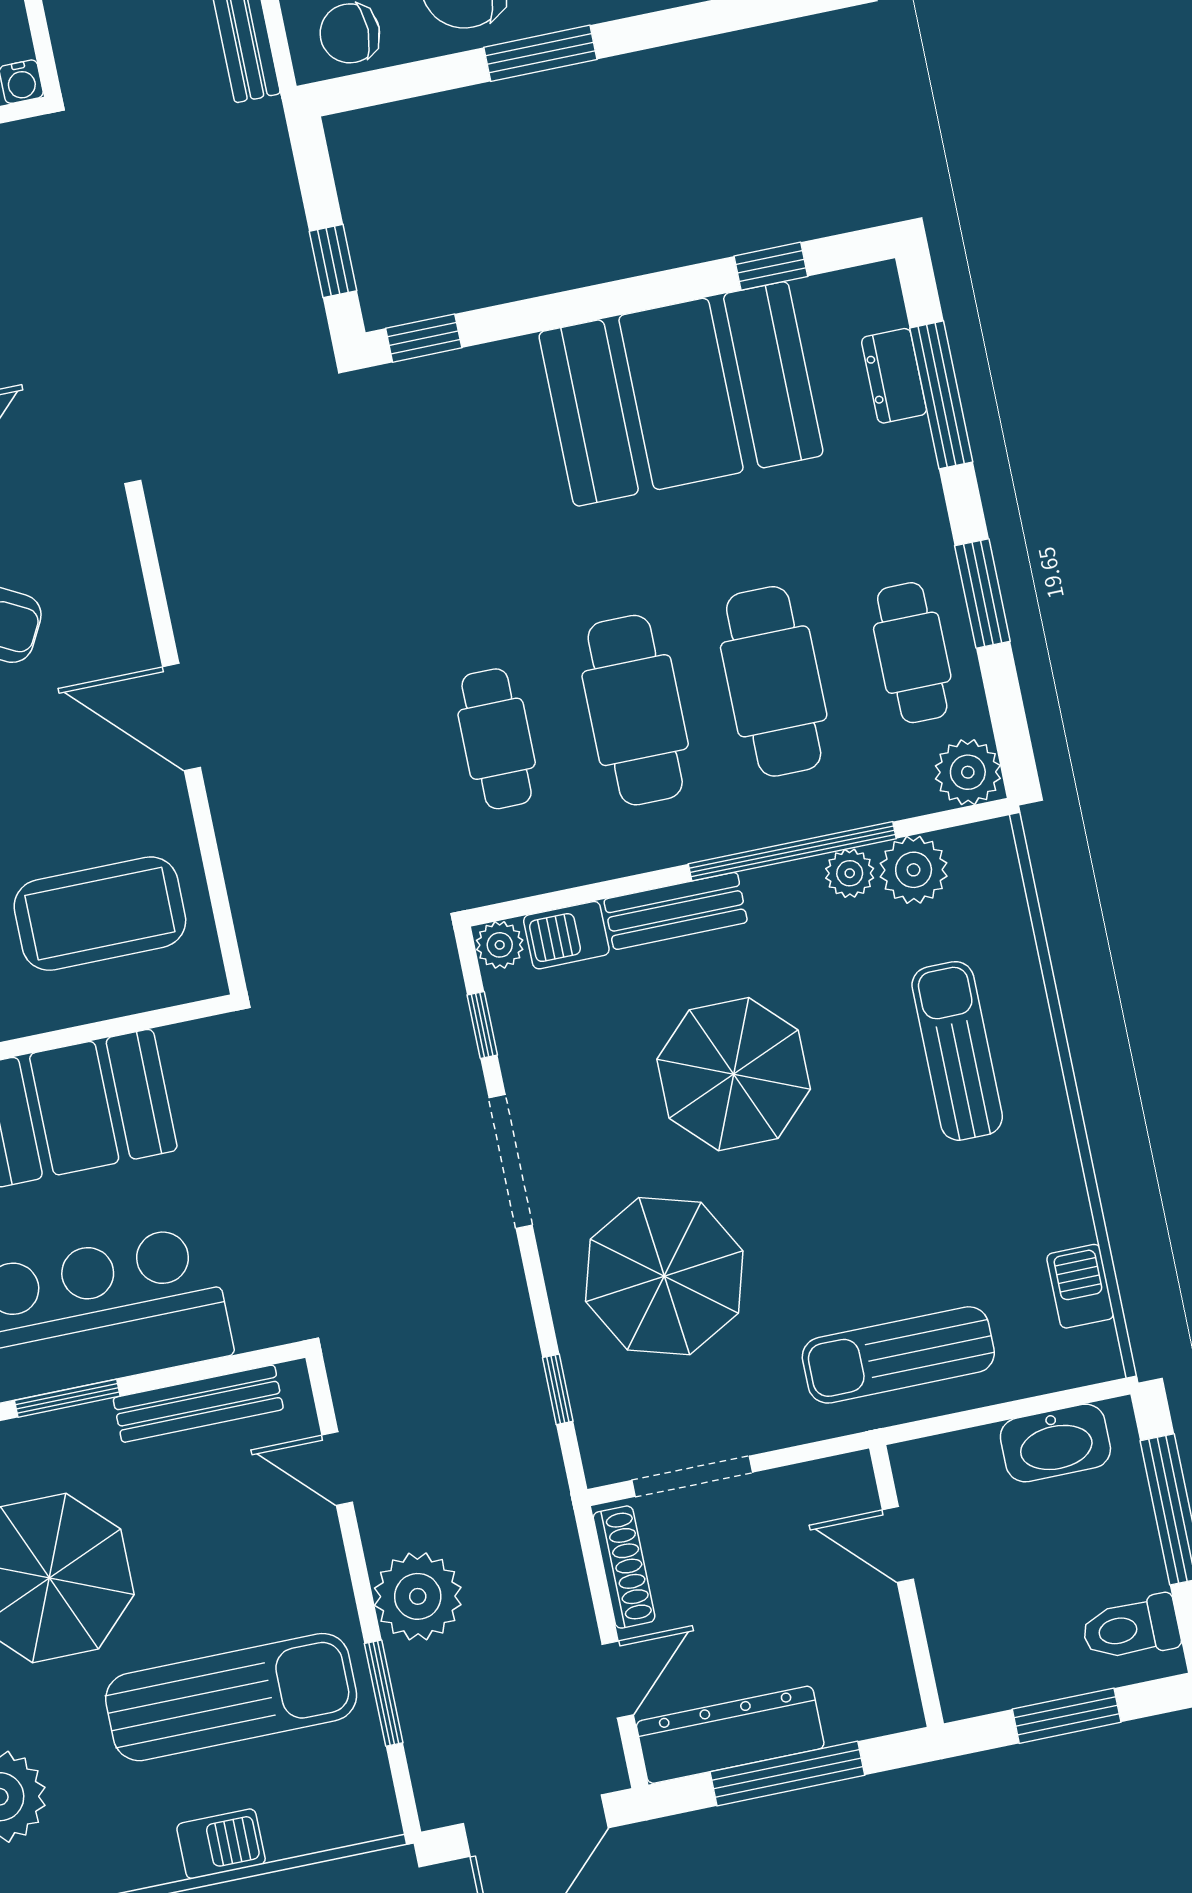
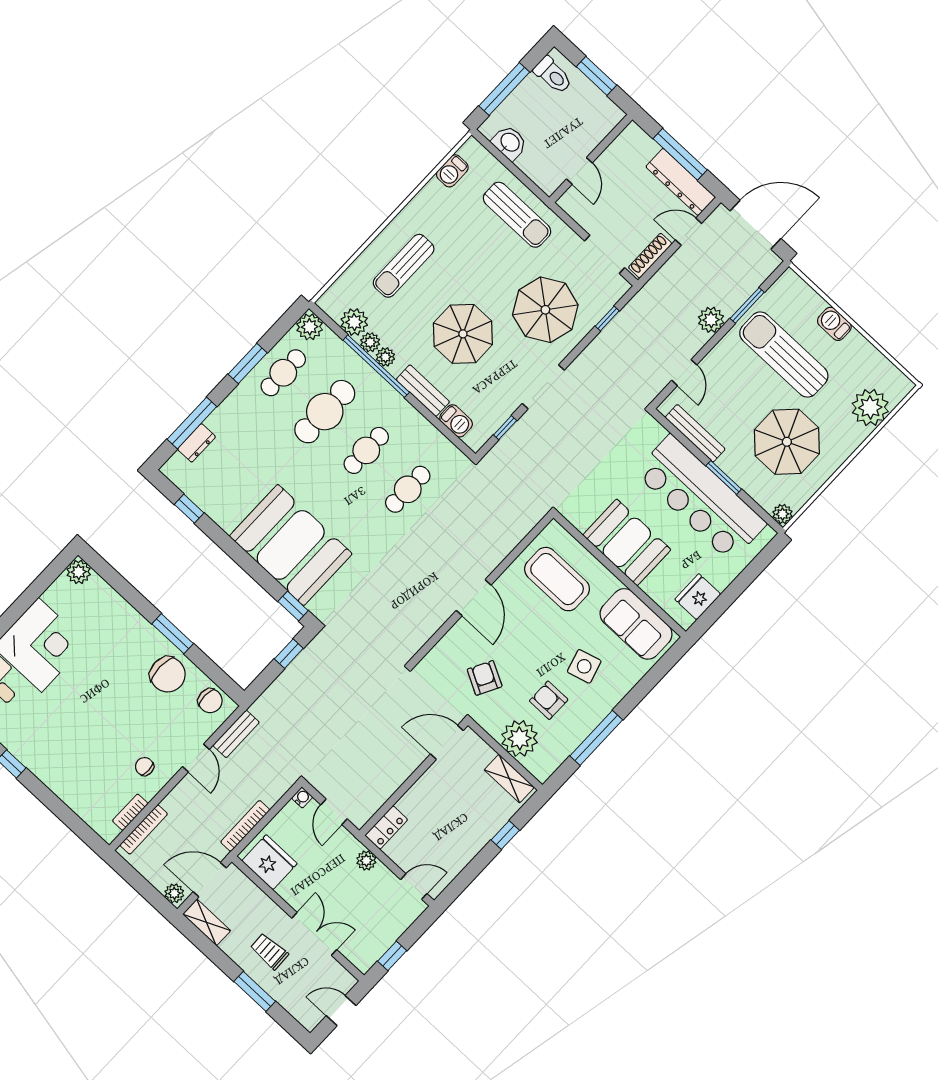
booth: (681, 394) -> (291, 545), moved
cafe table: (635, 710) -> (366, 450), width x0.73, depth x0.74
plant: (500, 945) -> (385, 357), moved
washbasin: (1055, 1443) -> (510, 143), width x0.72
plant: (418, 1596) -> (711, 320), width x0.73, depth x0.73

